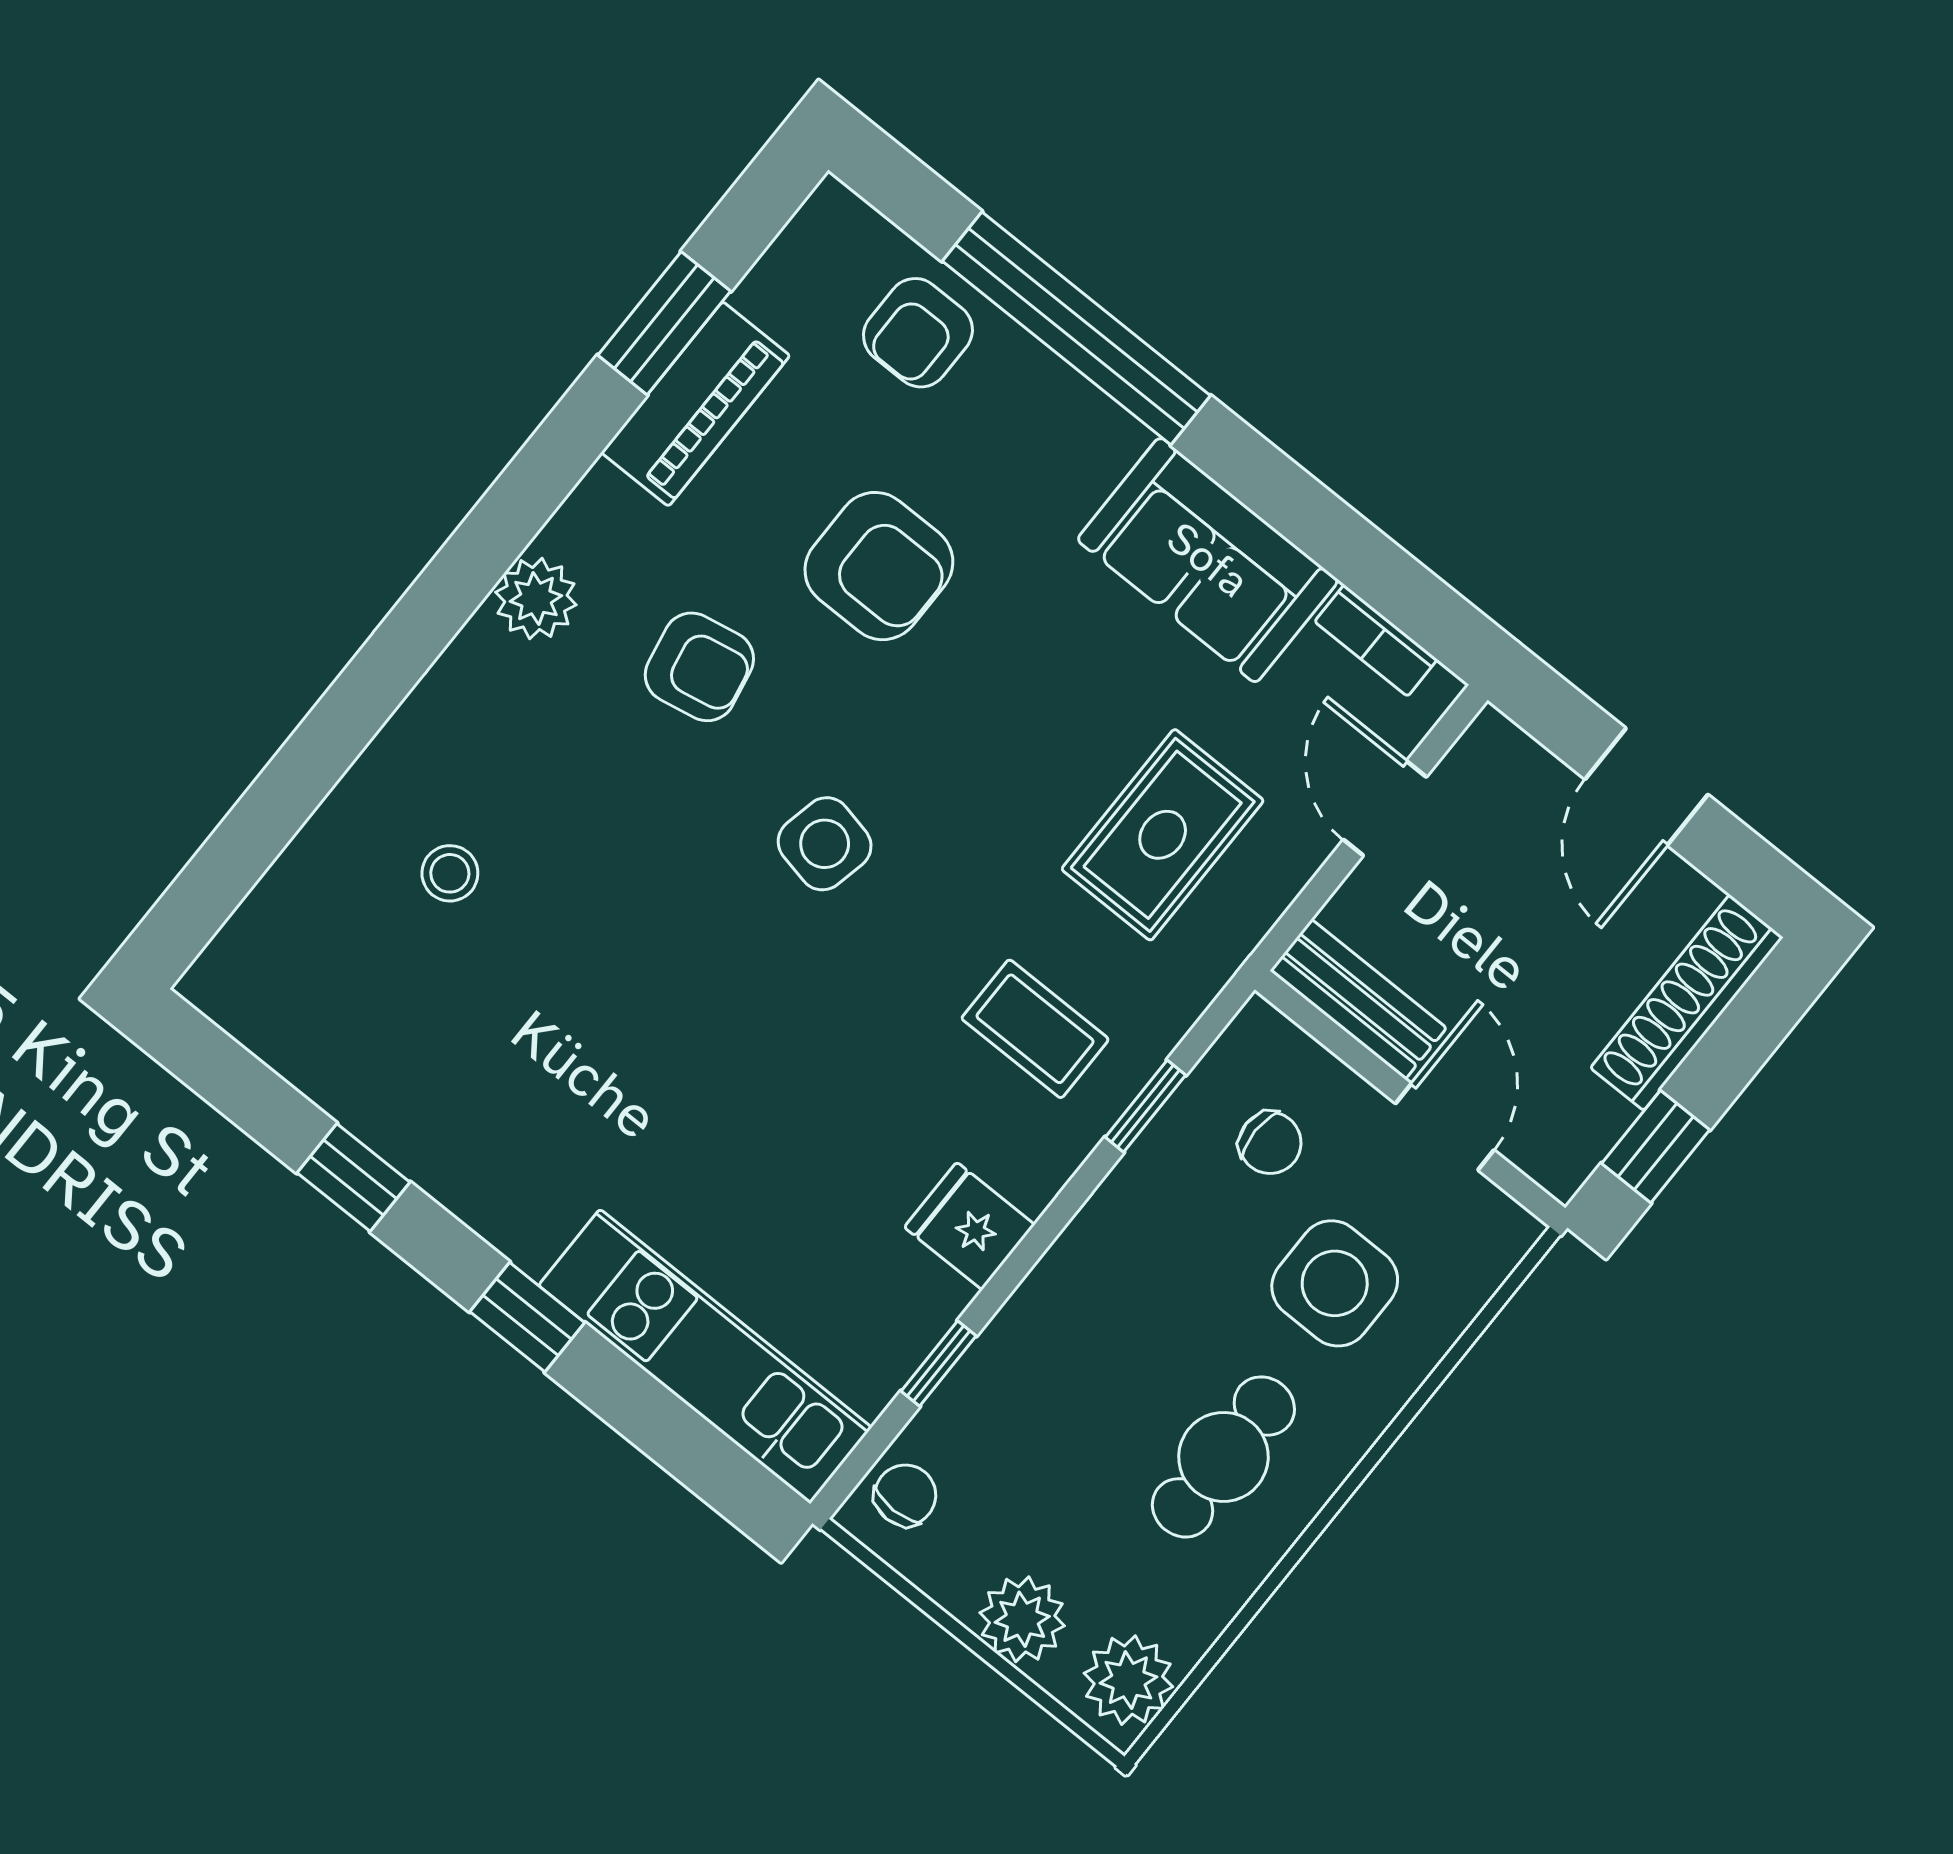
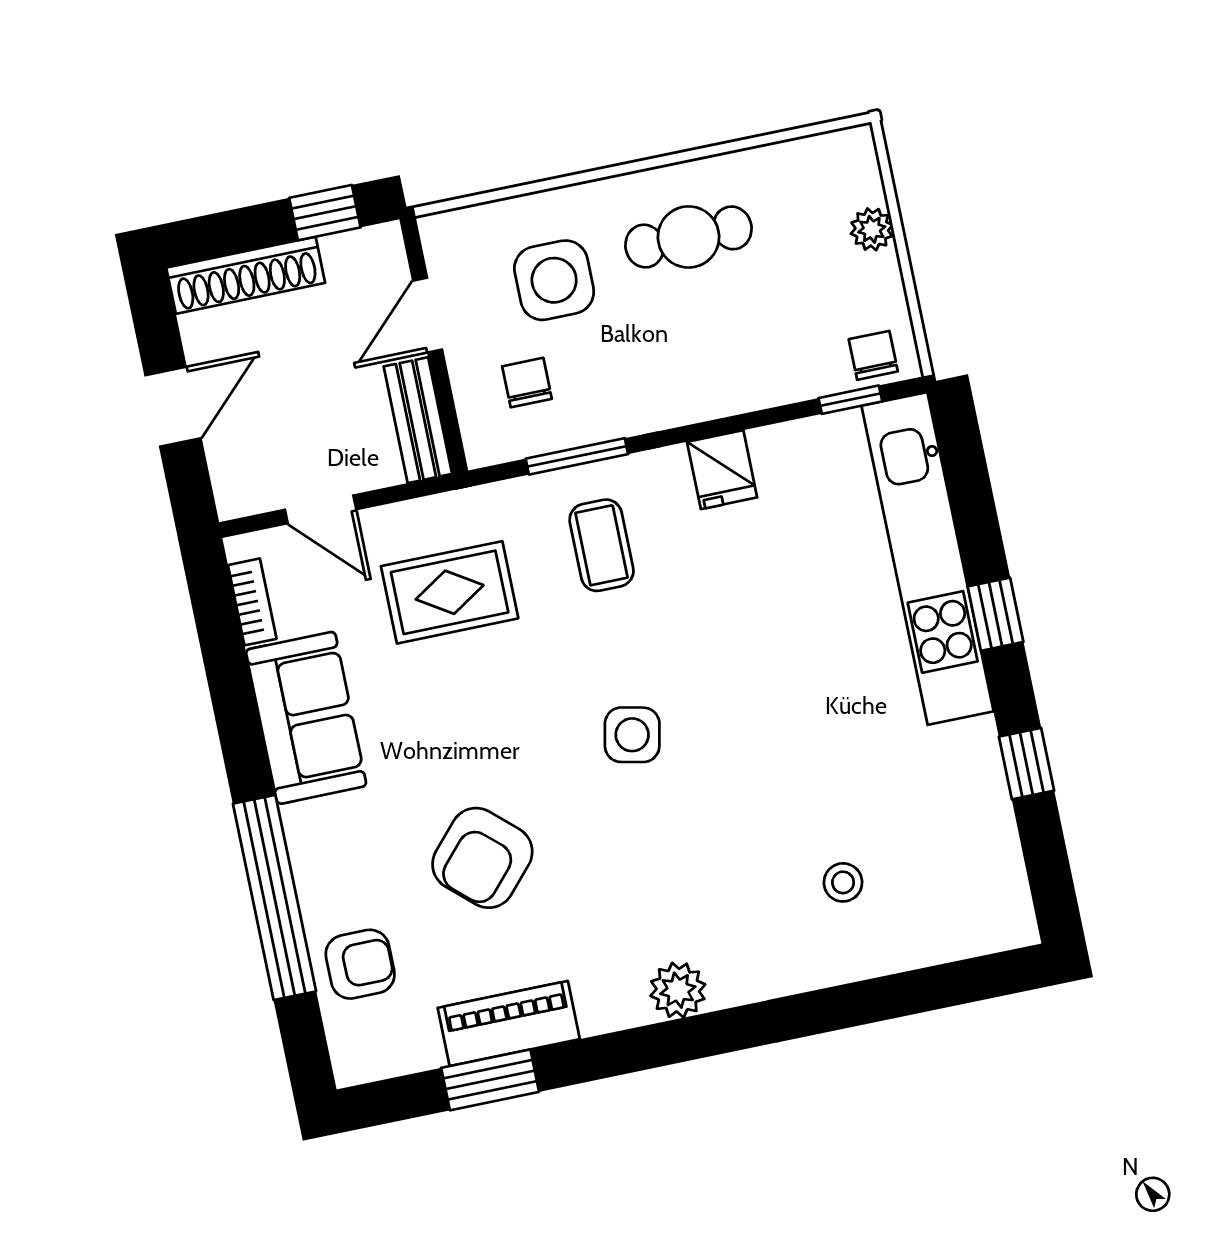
armchair: (879, 566) -> (482, 858), turned -138
armchair: (699, 667) -> (621, 883), removed
door: (1385, 808) -> (321, 509), hinge flipped
window: (1145, 1106) -> (577, 456), width x1.50
kitchen unit: (705, 1356) -> (927, 559), width x1.36
window: (939, 1363) -> (850, 400), moved
chair: (905, 1495) -> (873, 355), turned 90
plant: (1022, 1619) -> (872, 229), width x0.73, depth x0.73
plant: (1128, 1680) -> (836, 160), removed

